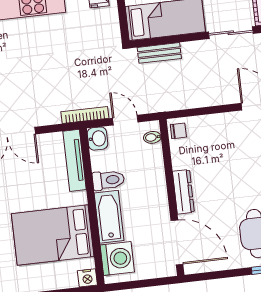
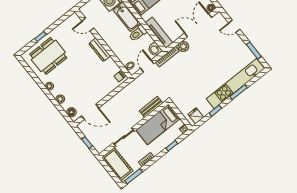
plant: (50, 115) -> (183, 46), added
door: (125, 120) -> (147, 66), swing flipped
door: (177, 242) -> (88, 24), width x0.53

